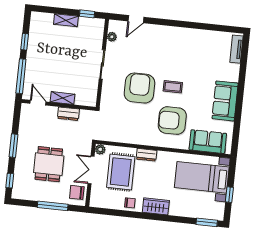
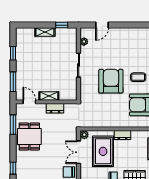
window: (21, 76) -> (13, 82), width x0.69
window: (14, 146) -> (13, 125), moved
dining table: (49, 164) -> (29, 136), moved

